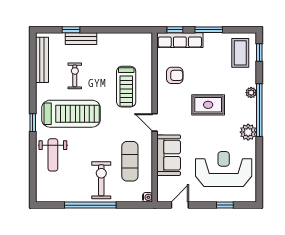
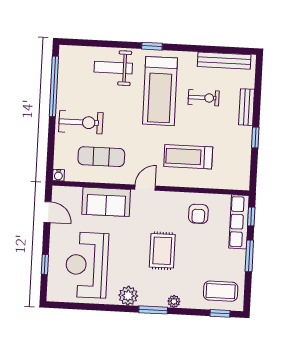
window: (71, 30) -> (255, 138), moved
window: (259, 110) -> (153, 310), width x0.47
reception desk: (224, 169) -> (87, 265), turned 180
window: (90, 205) -> (54, 86), moved

